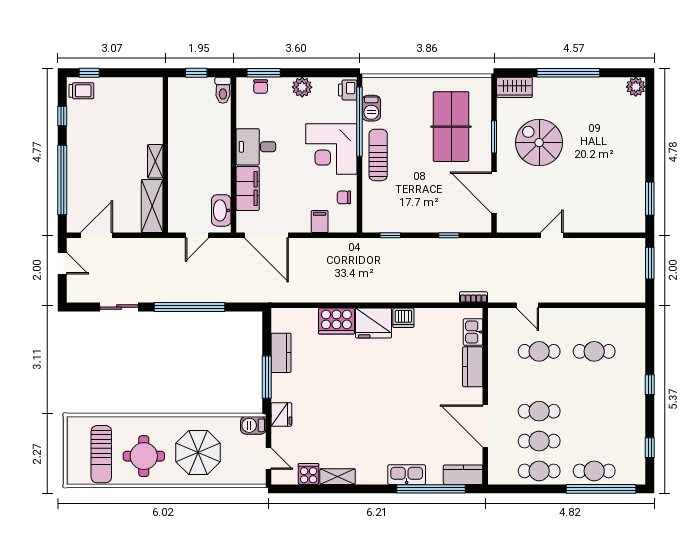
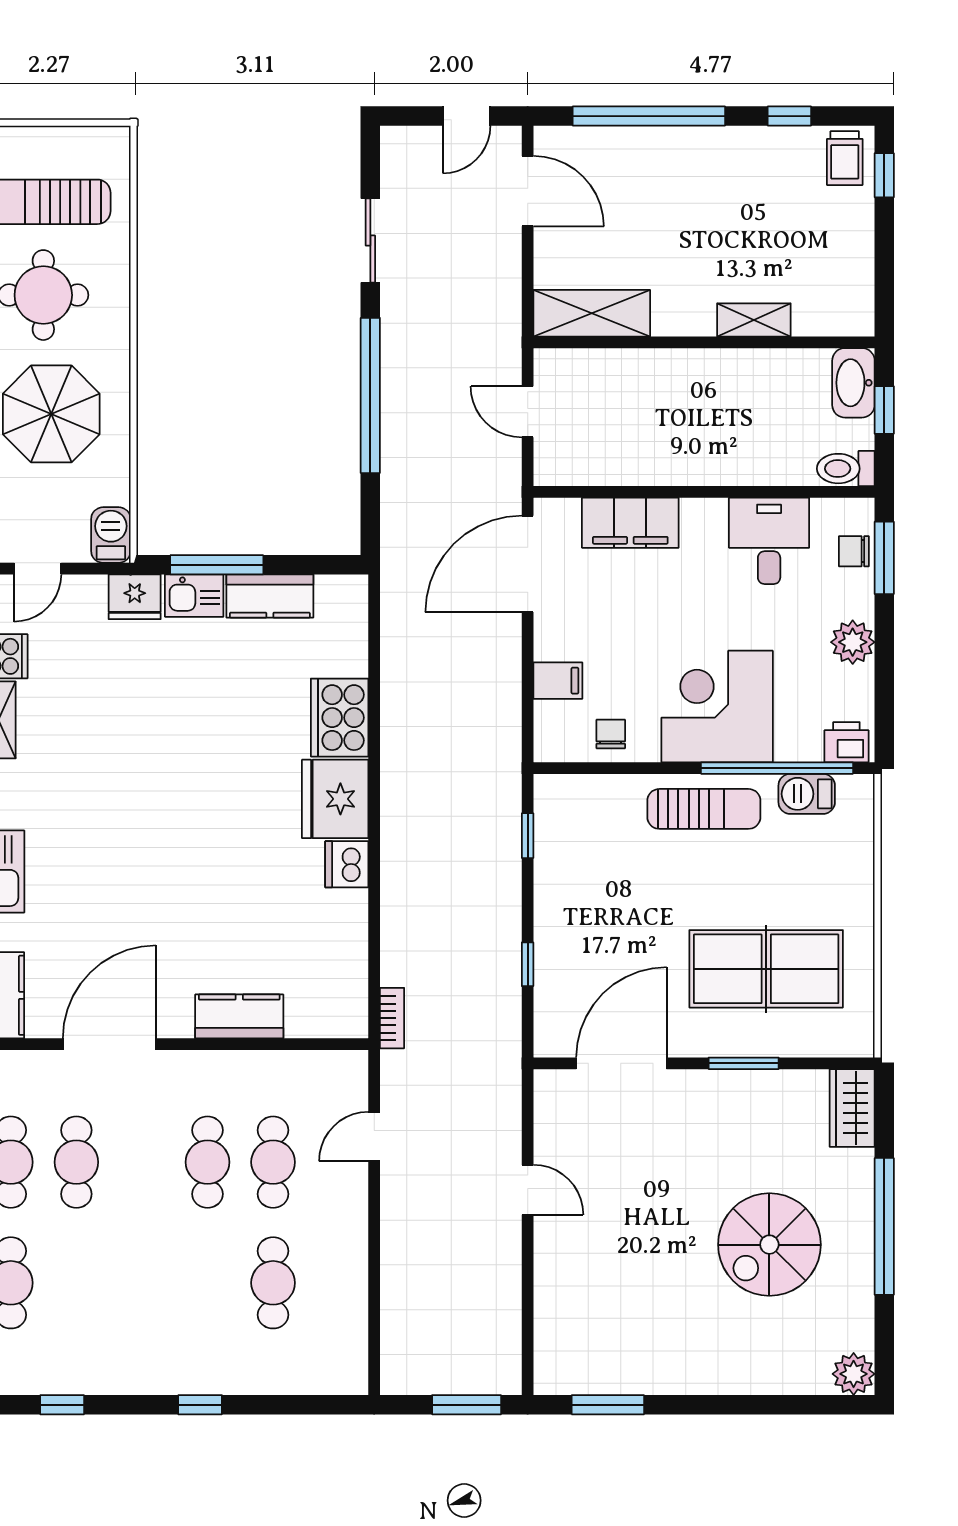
spiral stairs: (539, 143) -> (769, 1245), moved, turned 180
desk: (256, 147) -> (769, 541), moved
shelving: (155, 161) -> (754, 320), moved
washbasin: (221, 210) -> (853, 383), moved, turned -90
kitchen sink: (473, 332) -> (194, 596), moved, turned 180
cafe table: (539, 411) -> (207, 1162), moved

